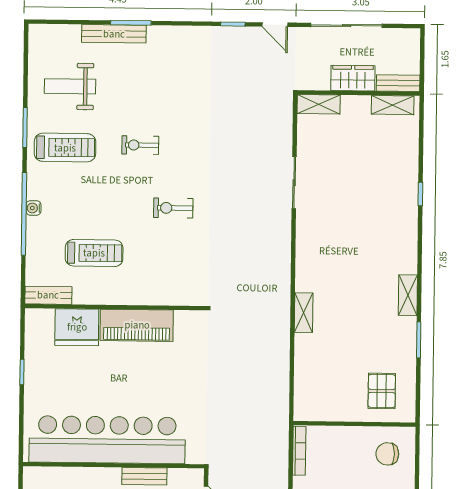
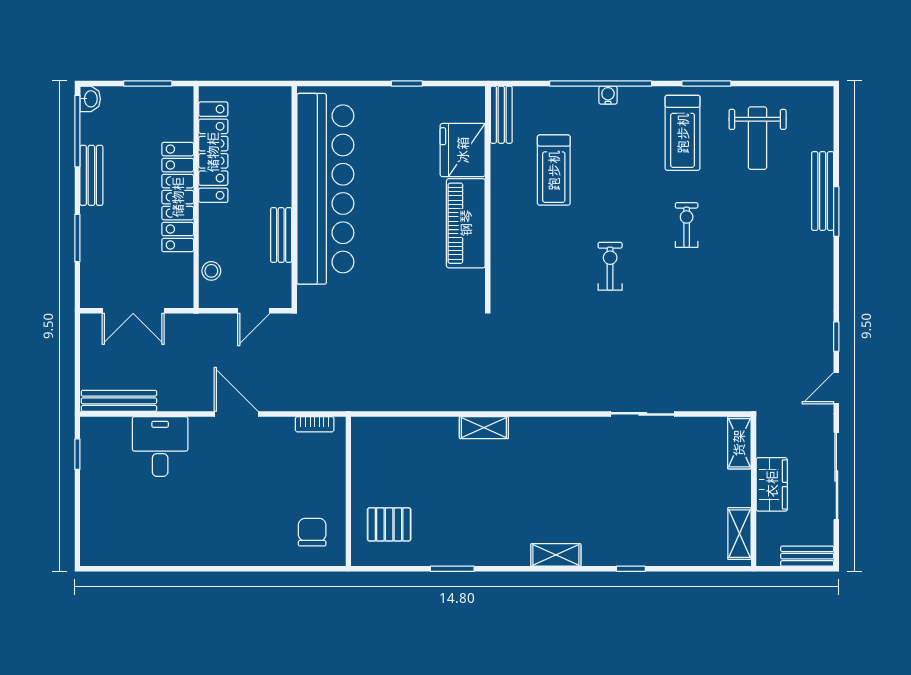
bench: (398, 83) -> (807, 556), moved, turned 90
weight bench: (70, 86) -> (758, 138), turned 180
shelving: (408, 295) -> (556, 555), moved
bookcase: (299, 451) -> (315, 424), width x0.64

